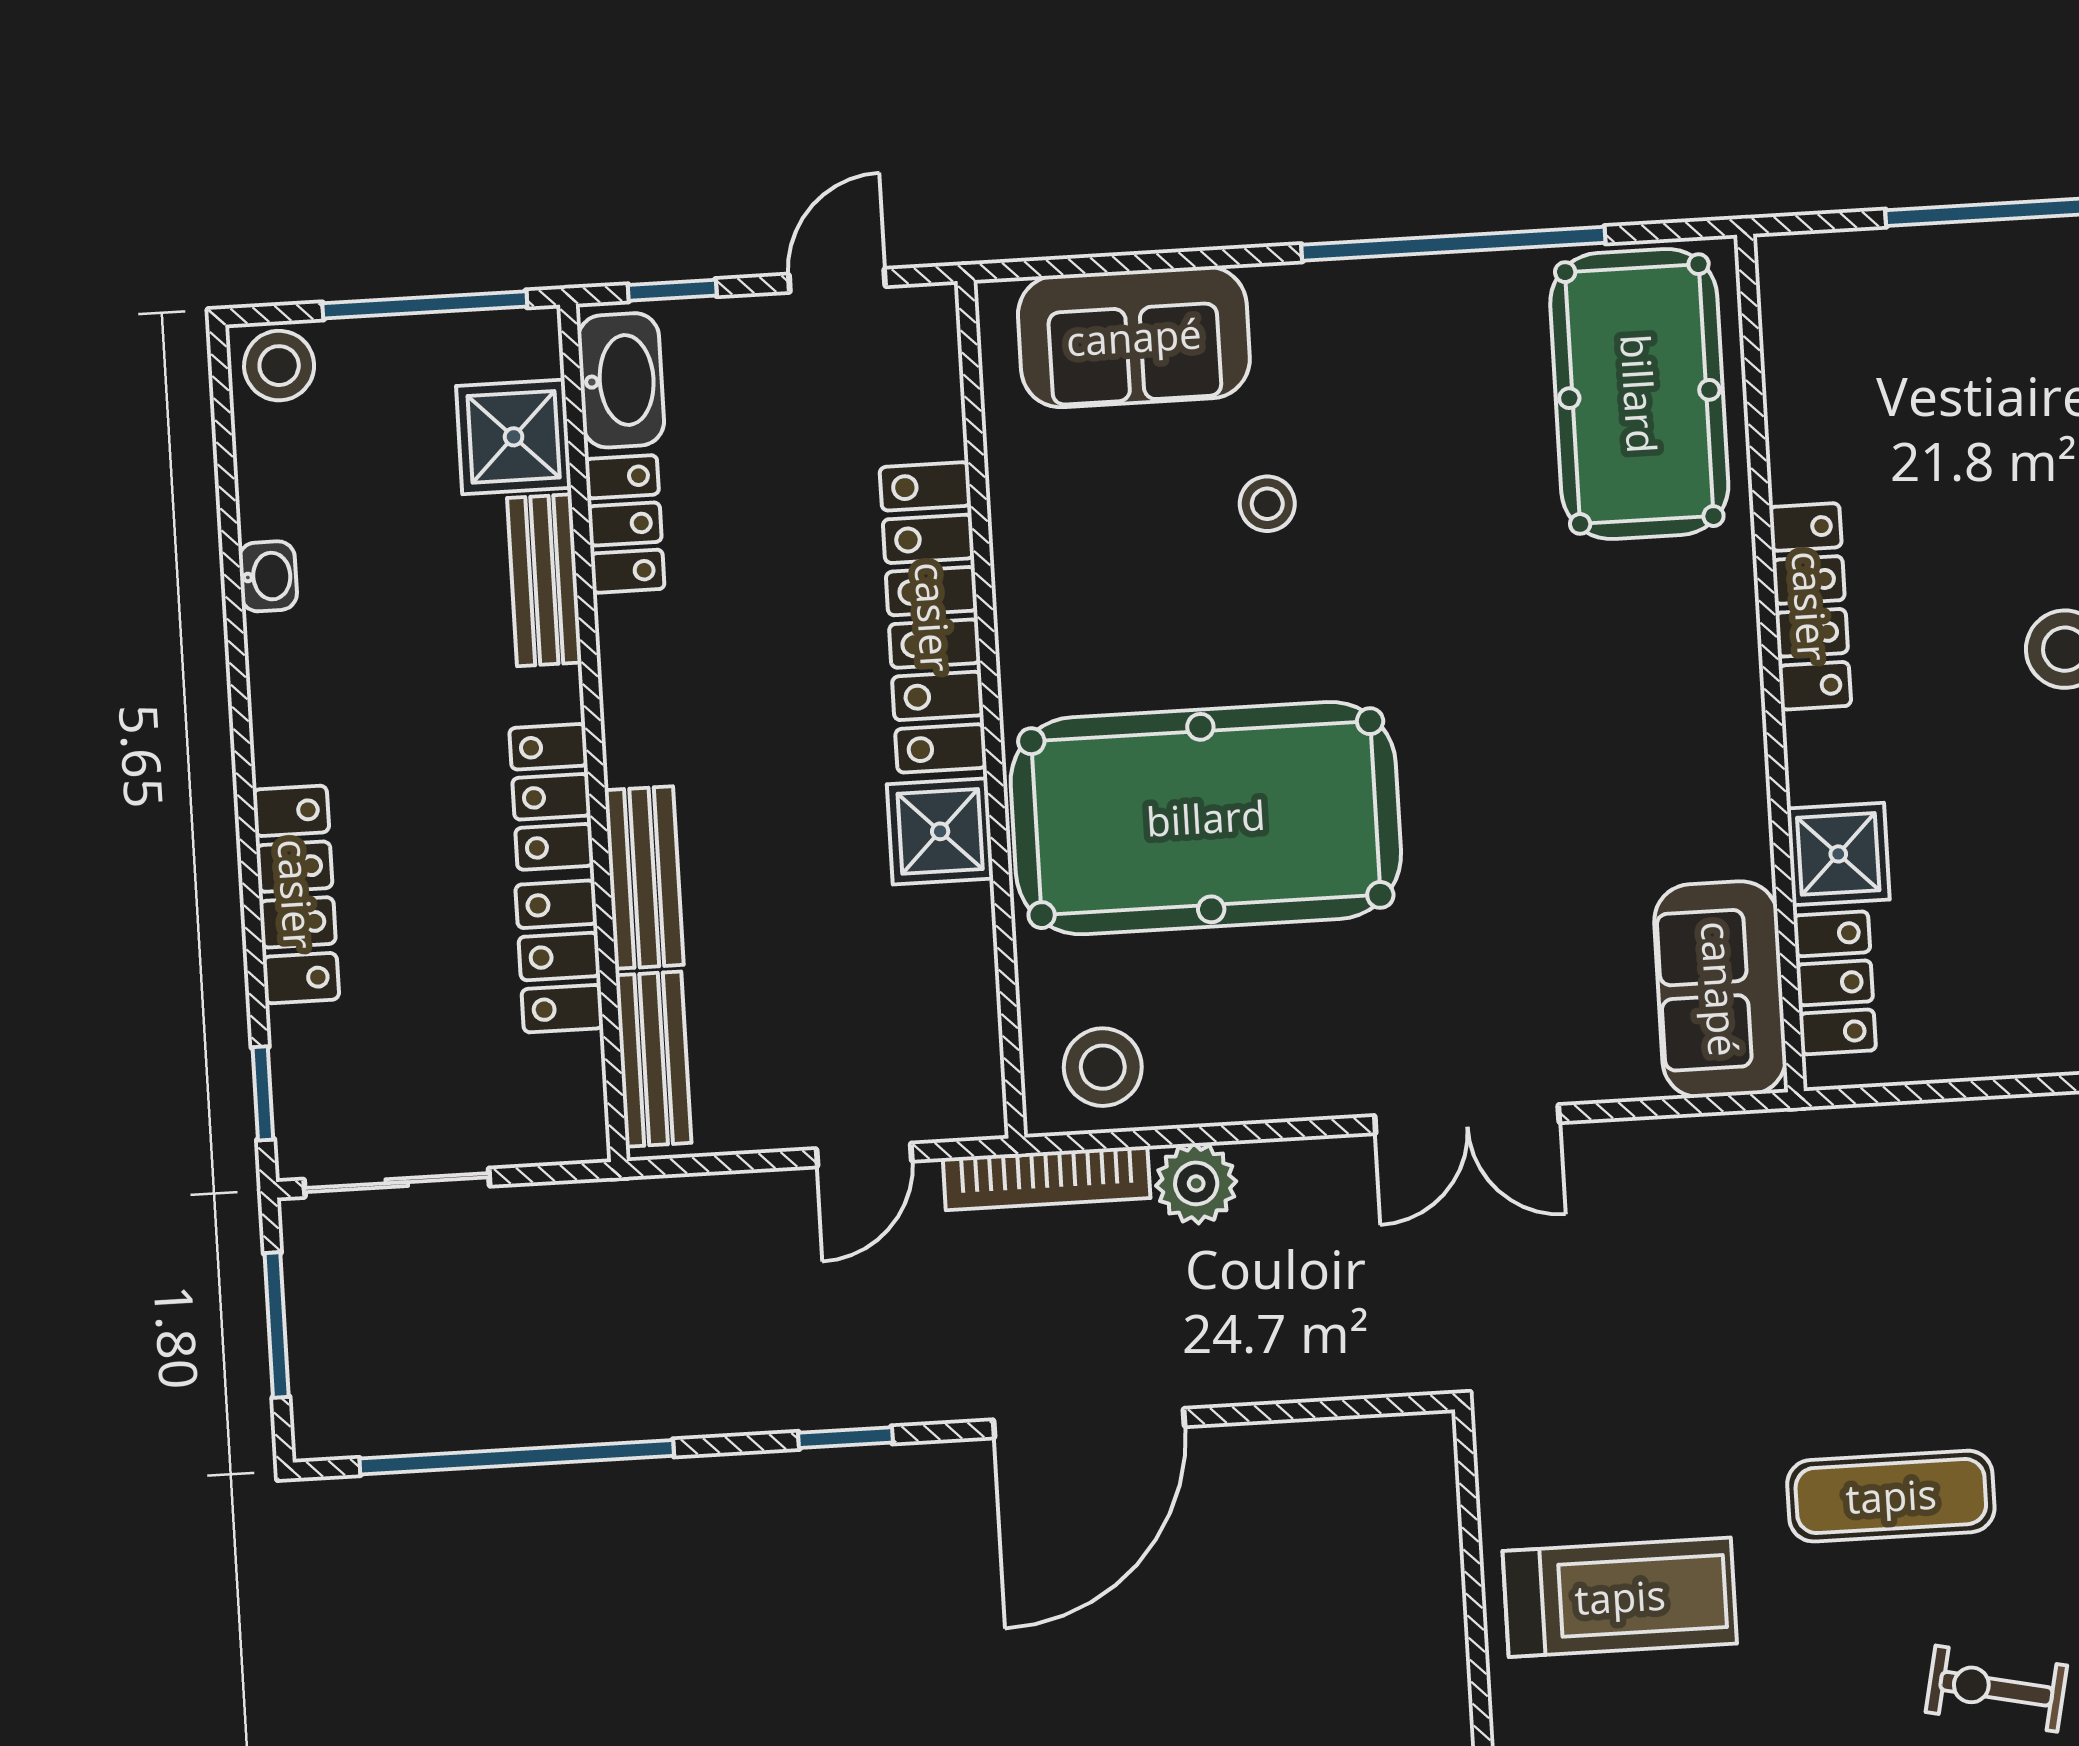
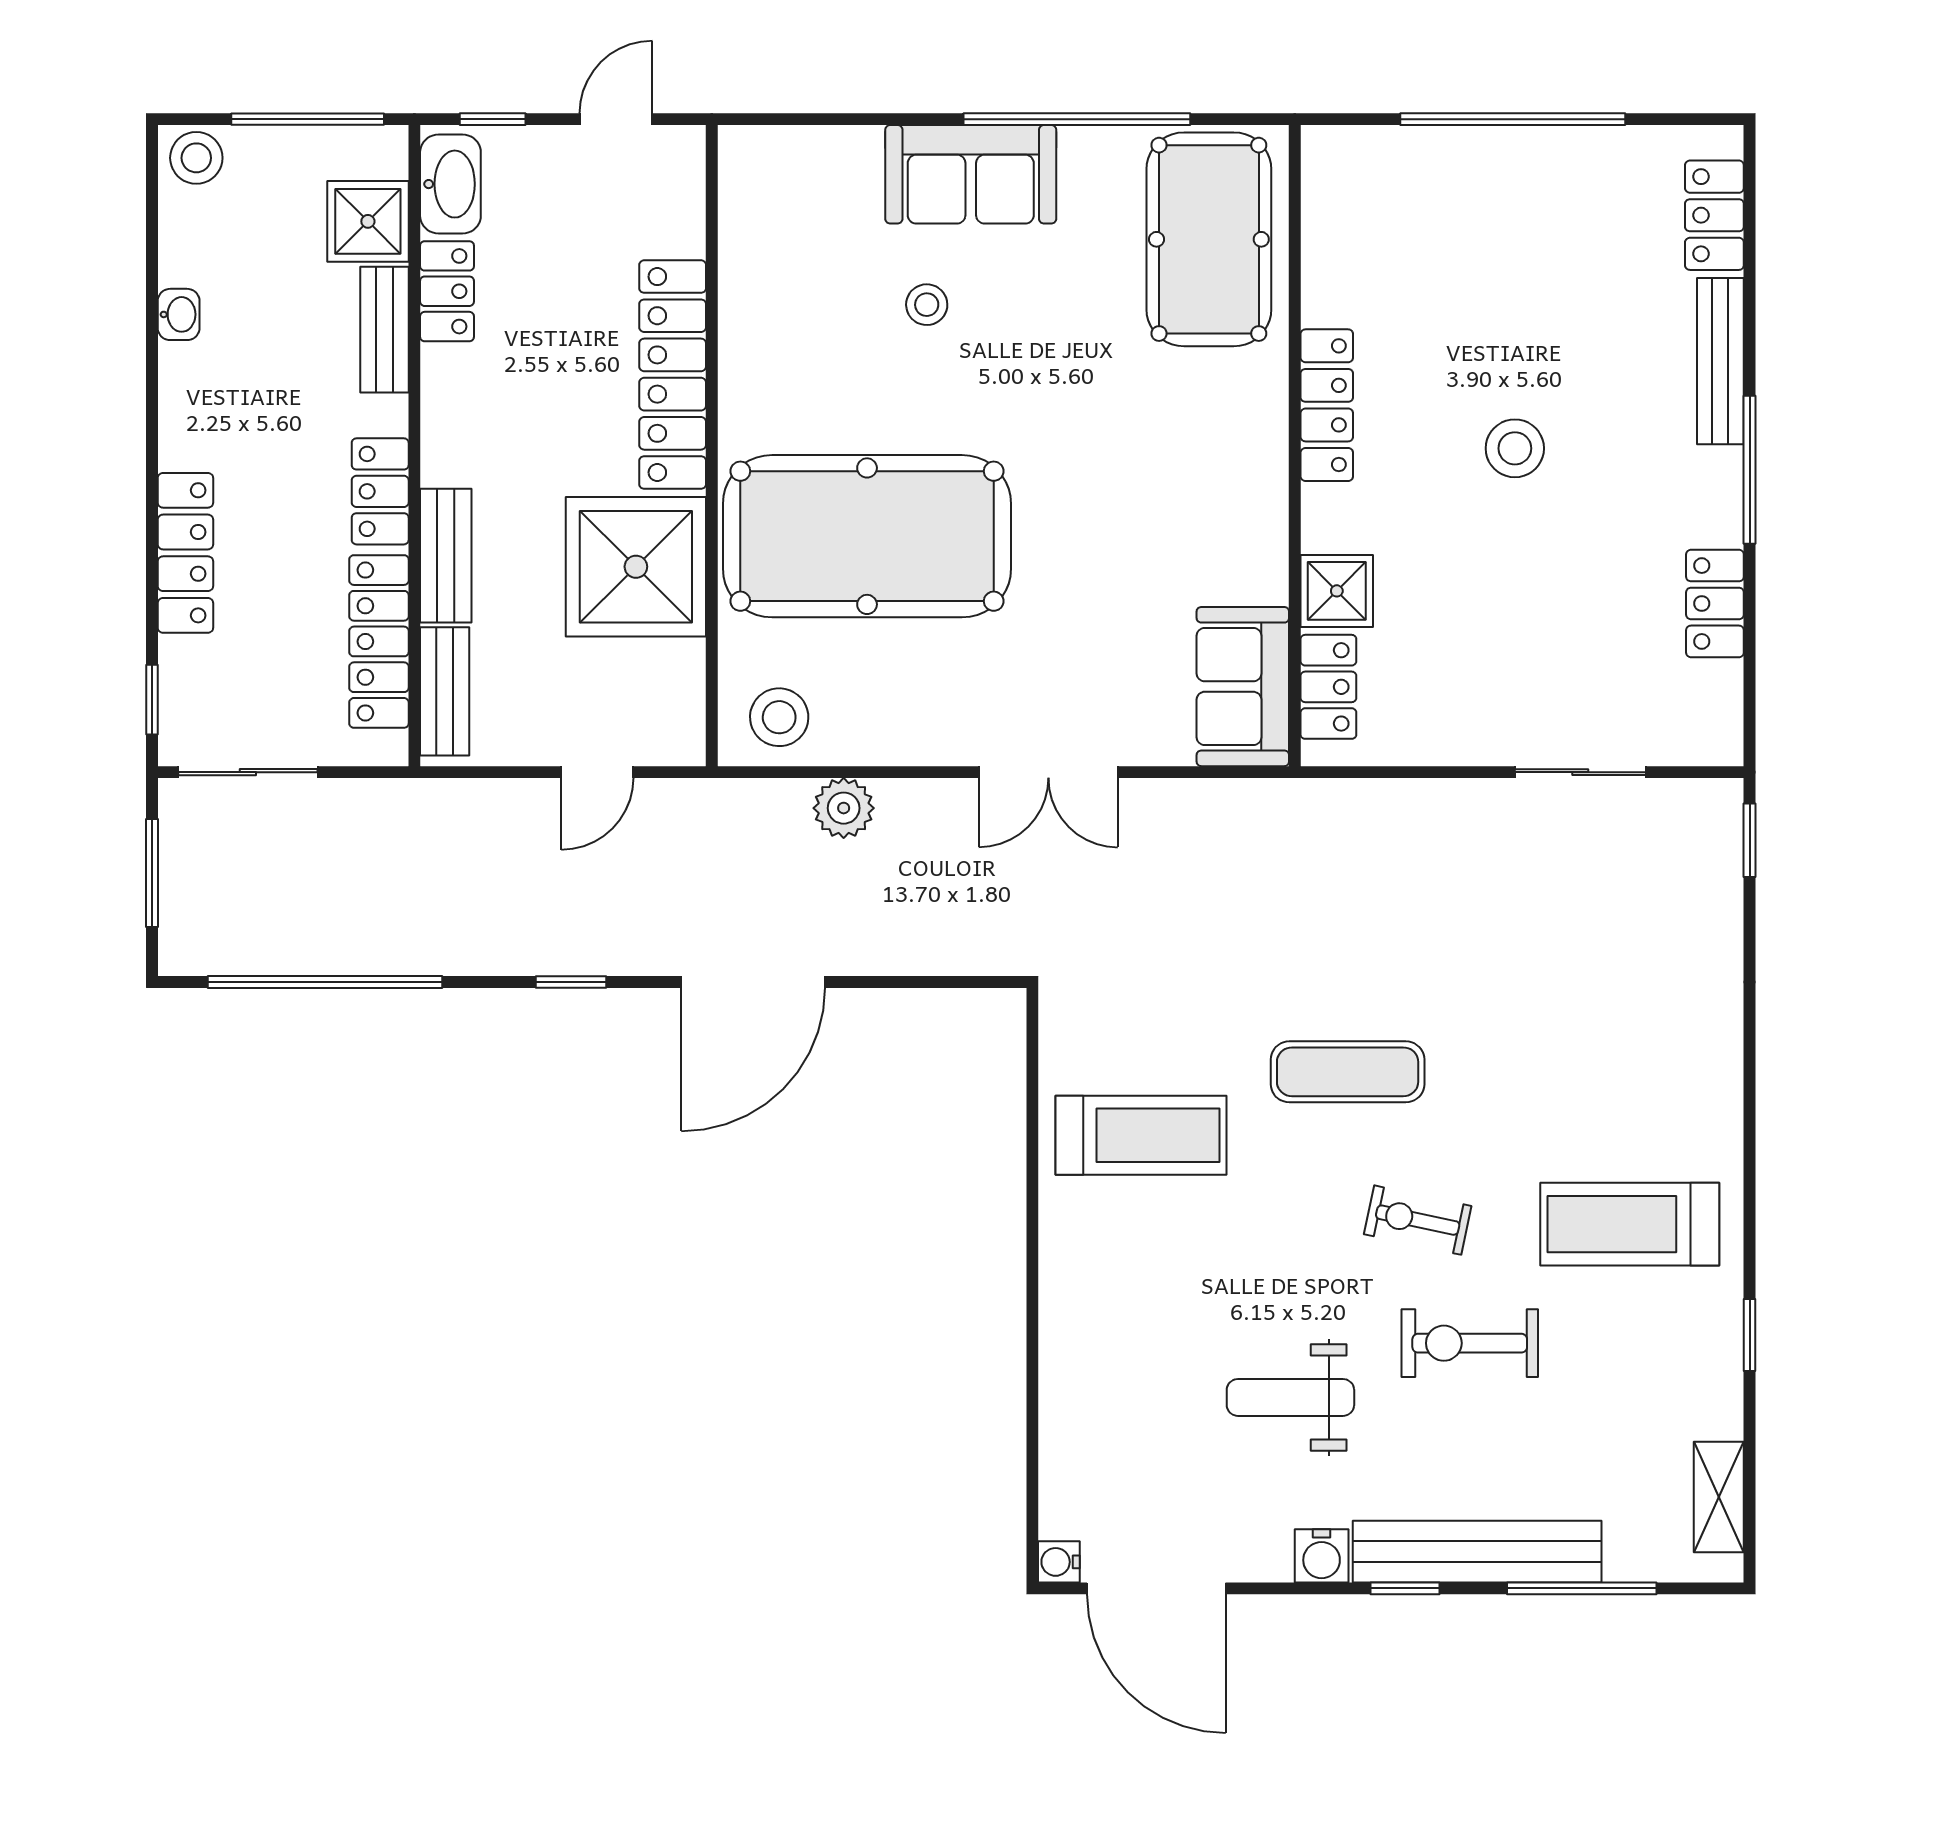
sofa: (1134, 337) -> (971, 174), moved
shower: (940, 831) -> (636, 567), width x1.86, depth x1.86
locker: (559, 956) -> (379, 641), width x1.53
bookcase: (1047, 1178) -> (732, 798), removed

